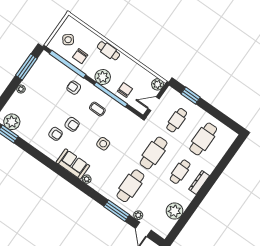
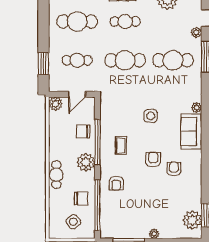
door: (153, 104) -> (77, 94), hinge flipped

